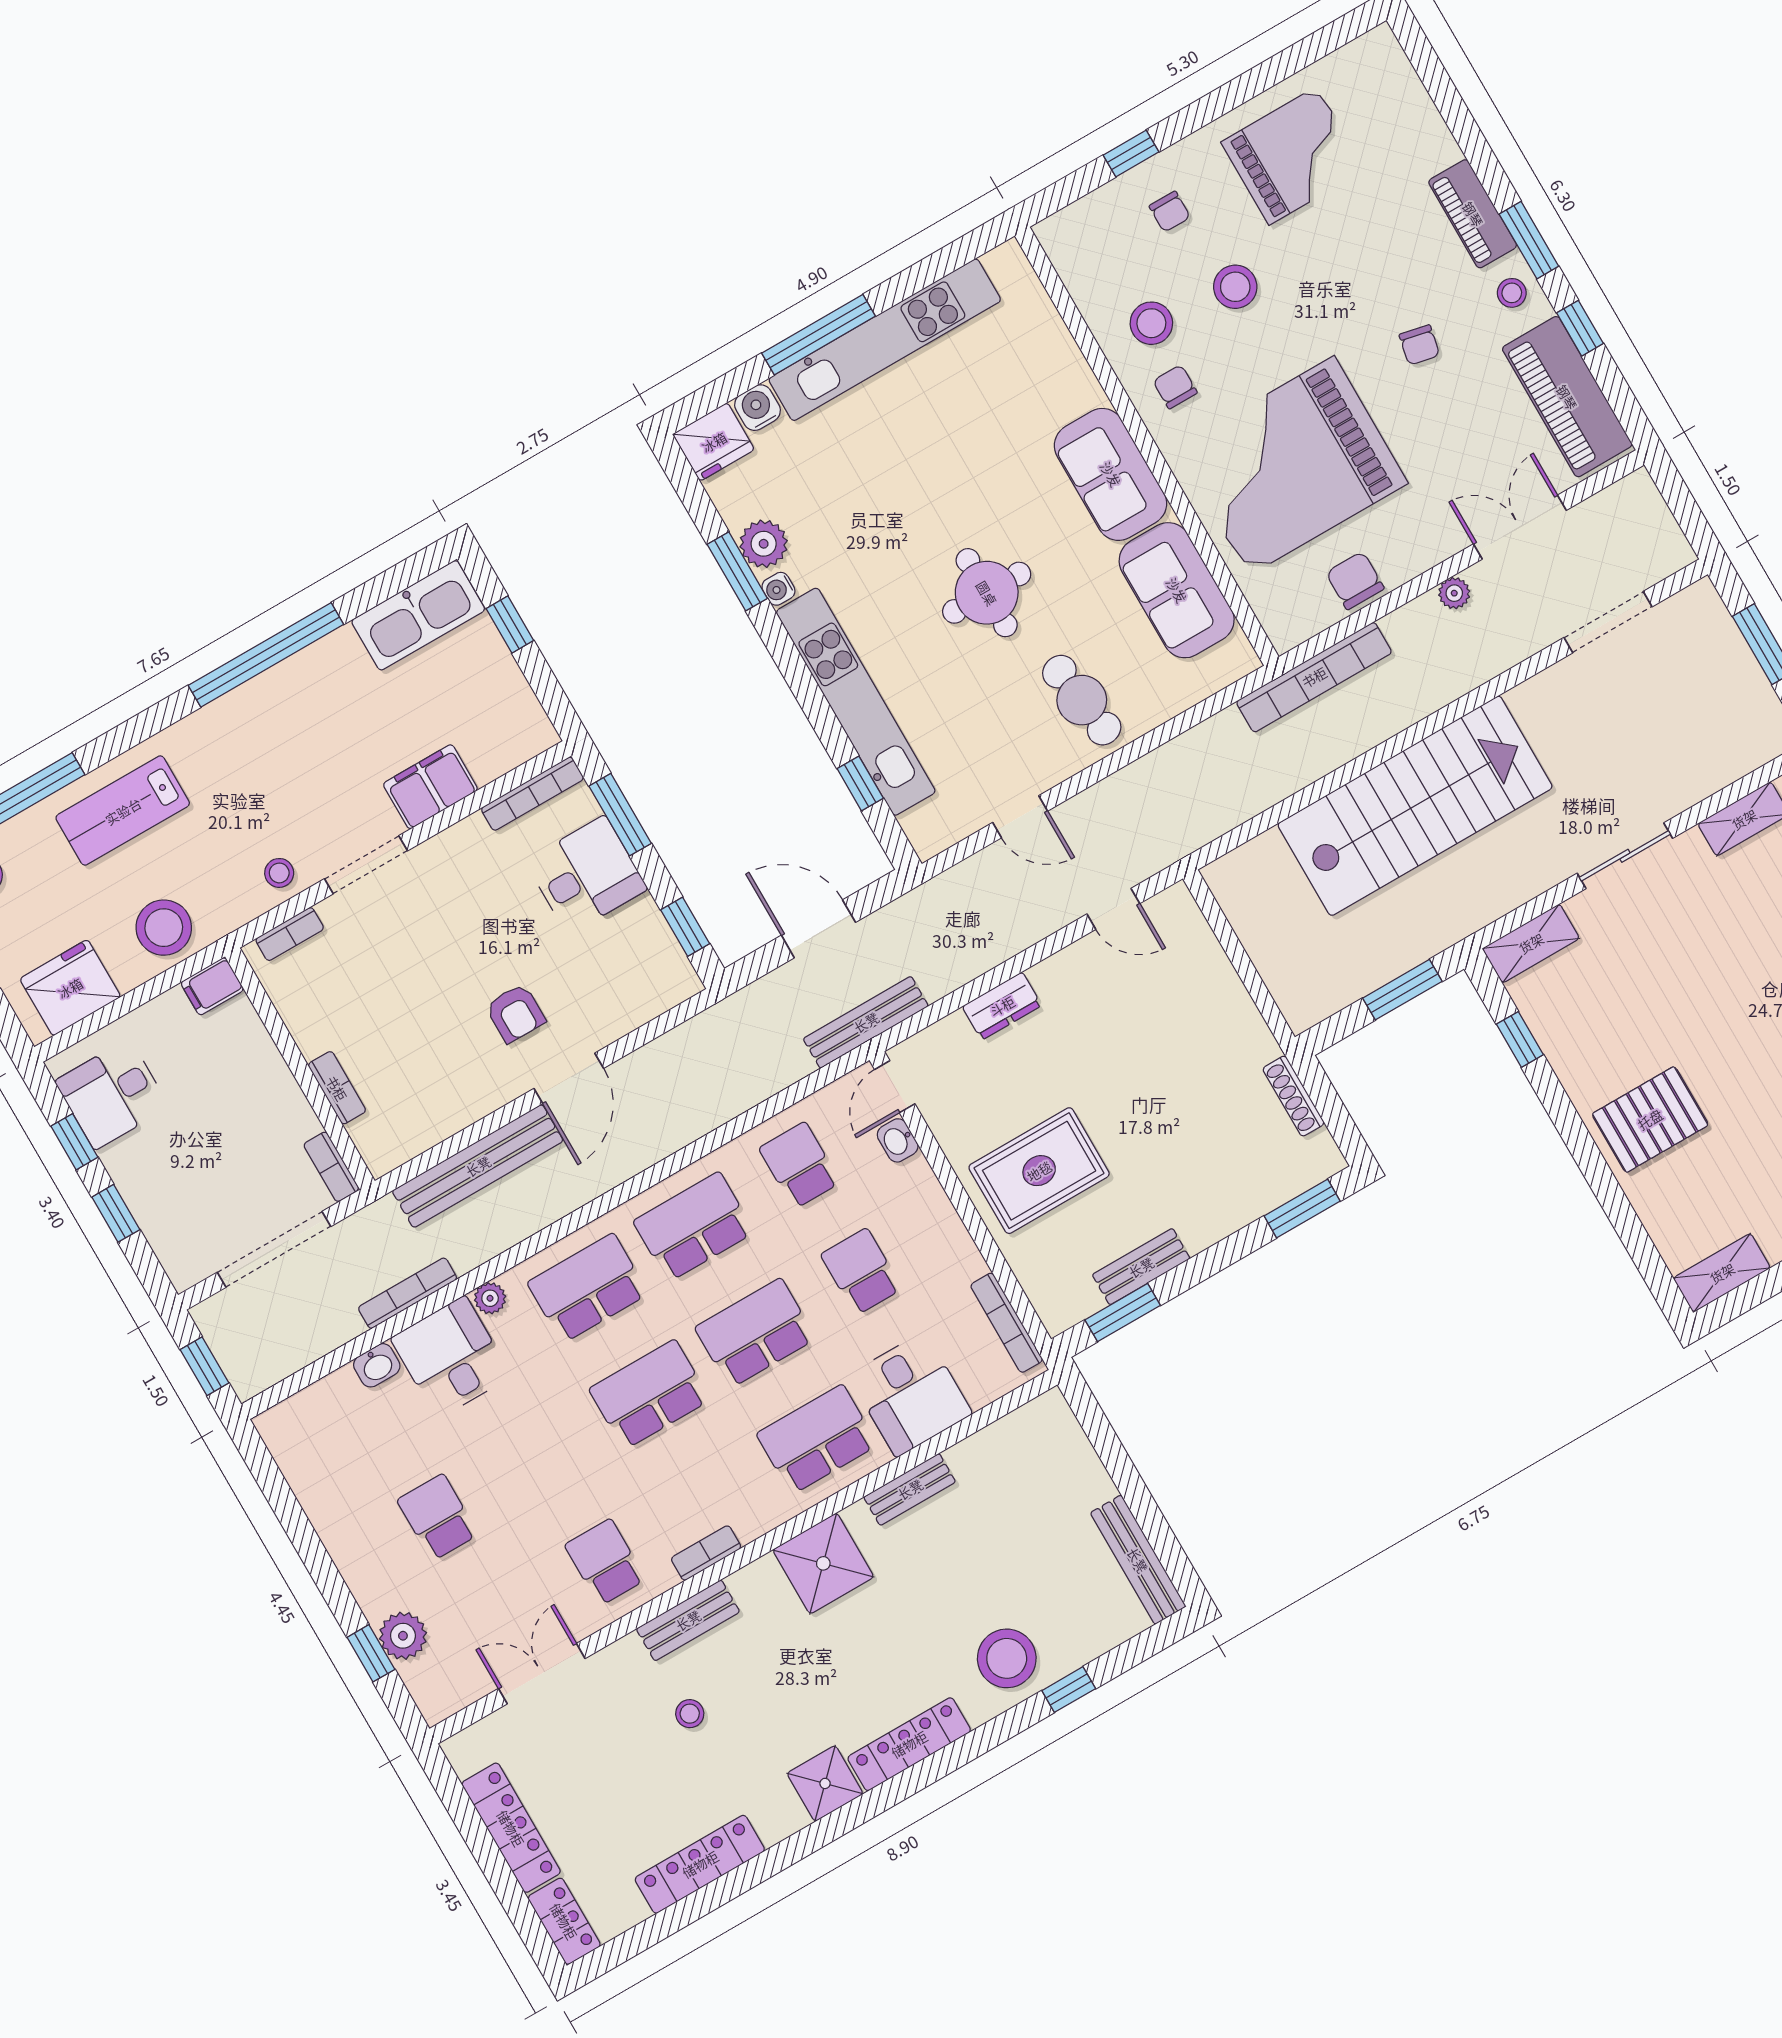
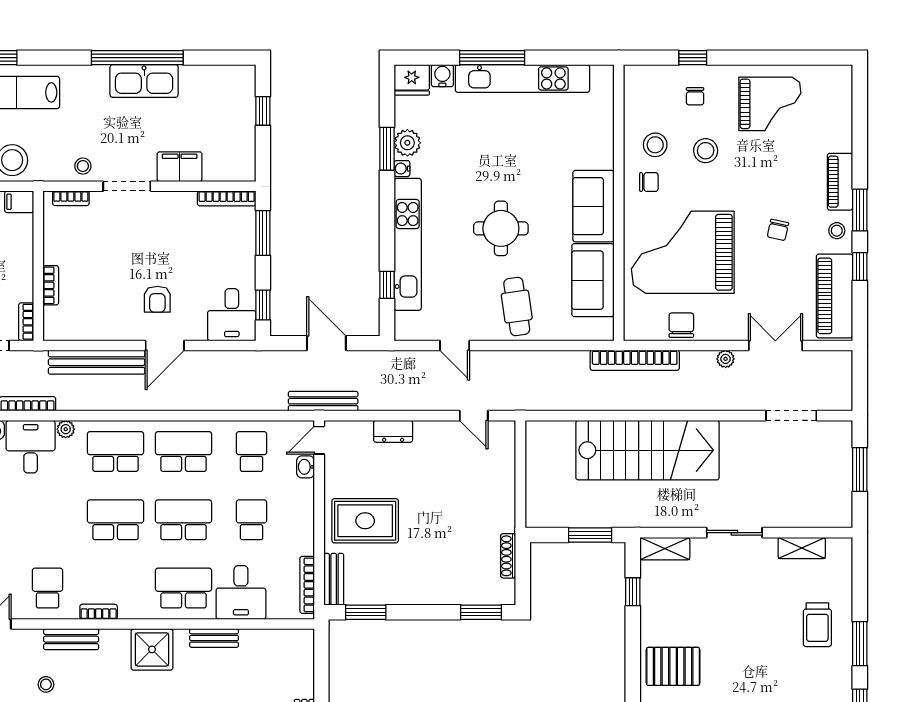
chair: (1175, 387) -> (649, 182), turned 90
kitchen sink: (418, 615) -> (144, 81), moved
desk: (586, 875) -> (232, 315), moved, turned 90
bench: (1141, 1267) -> (334, 579), moved, turned 90

